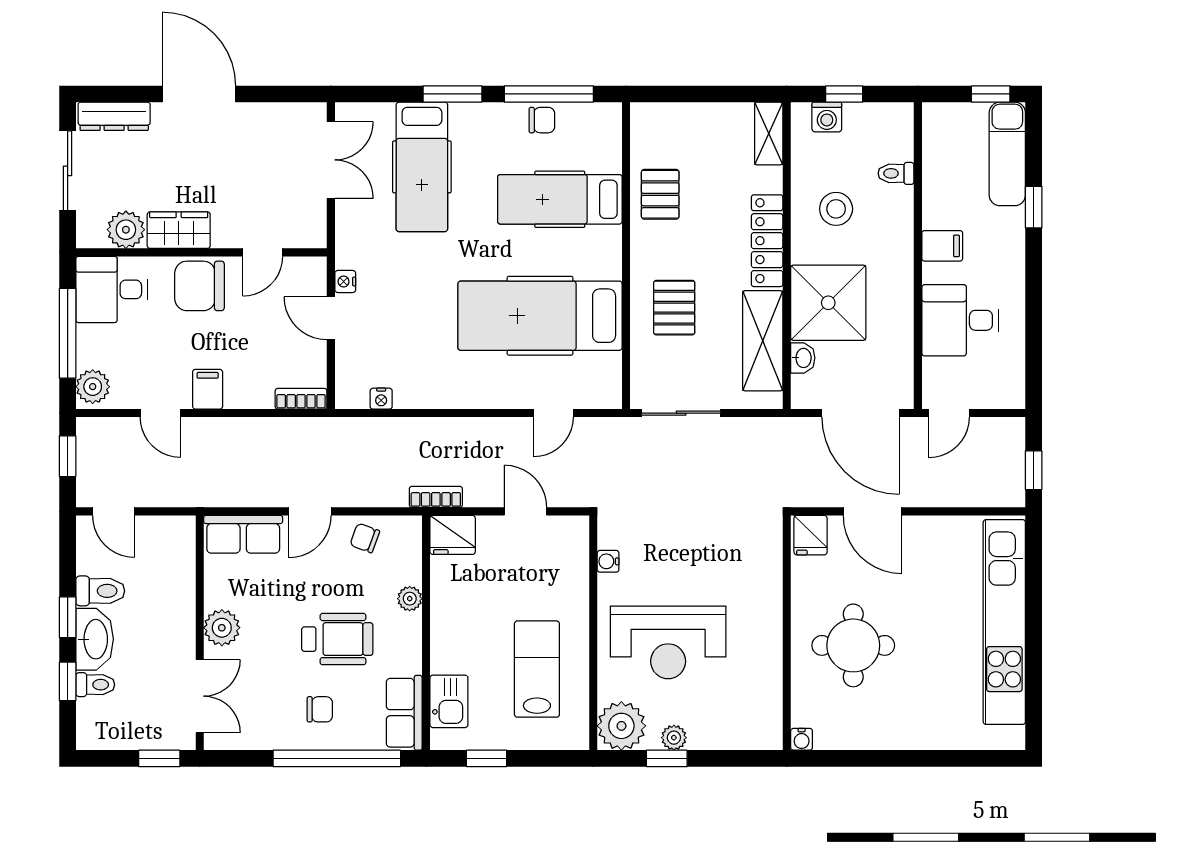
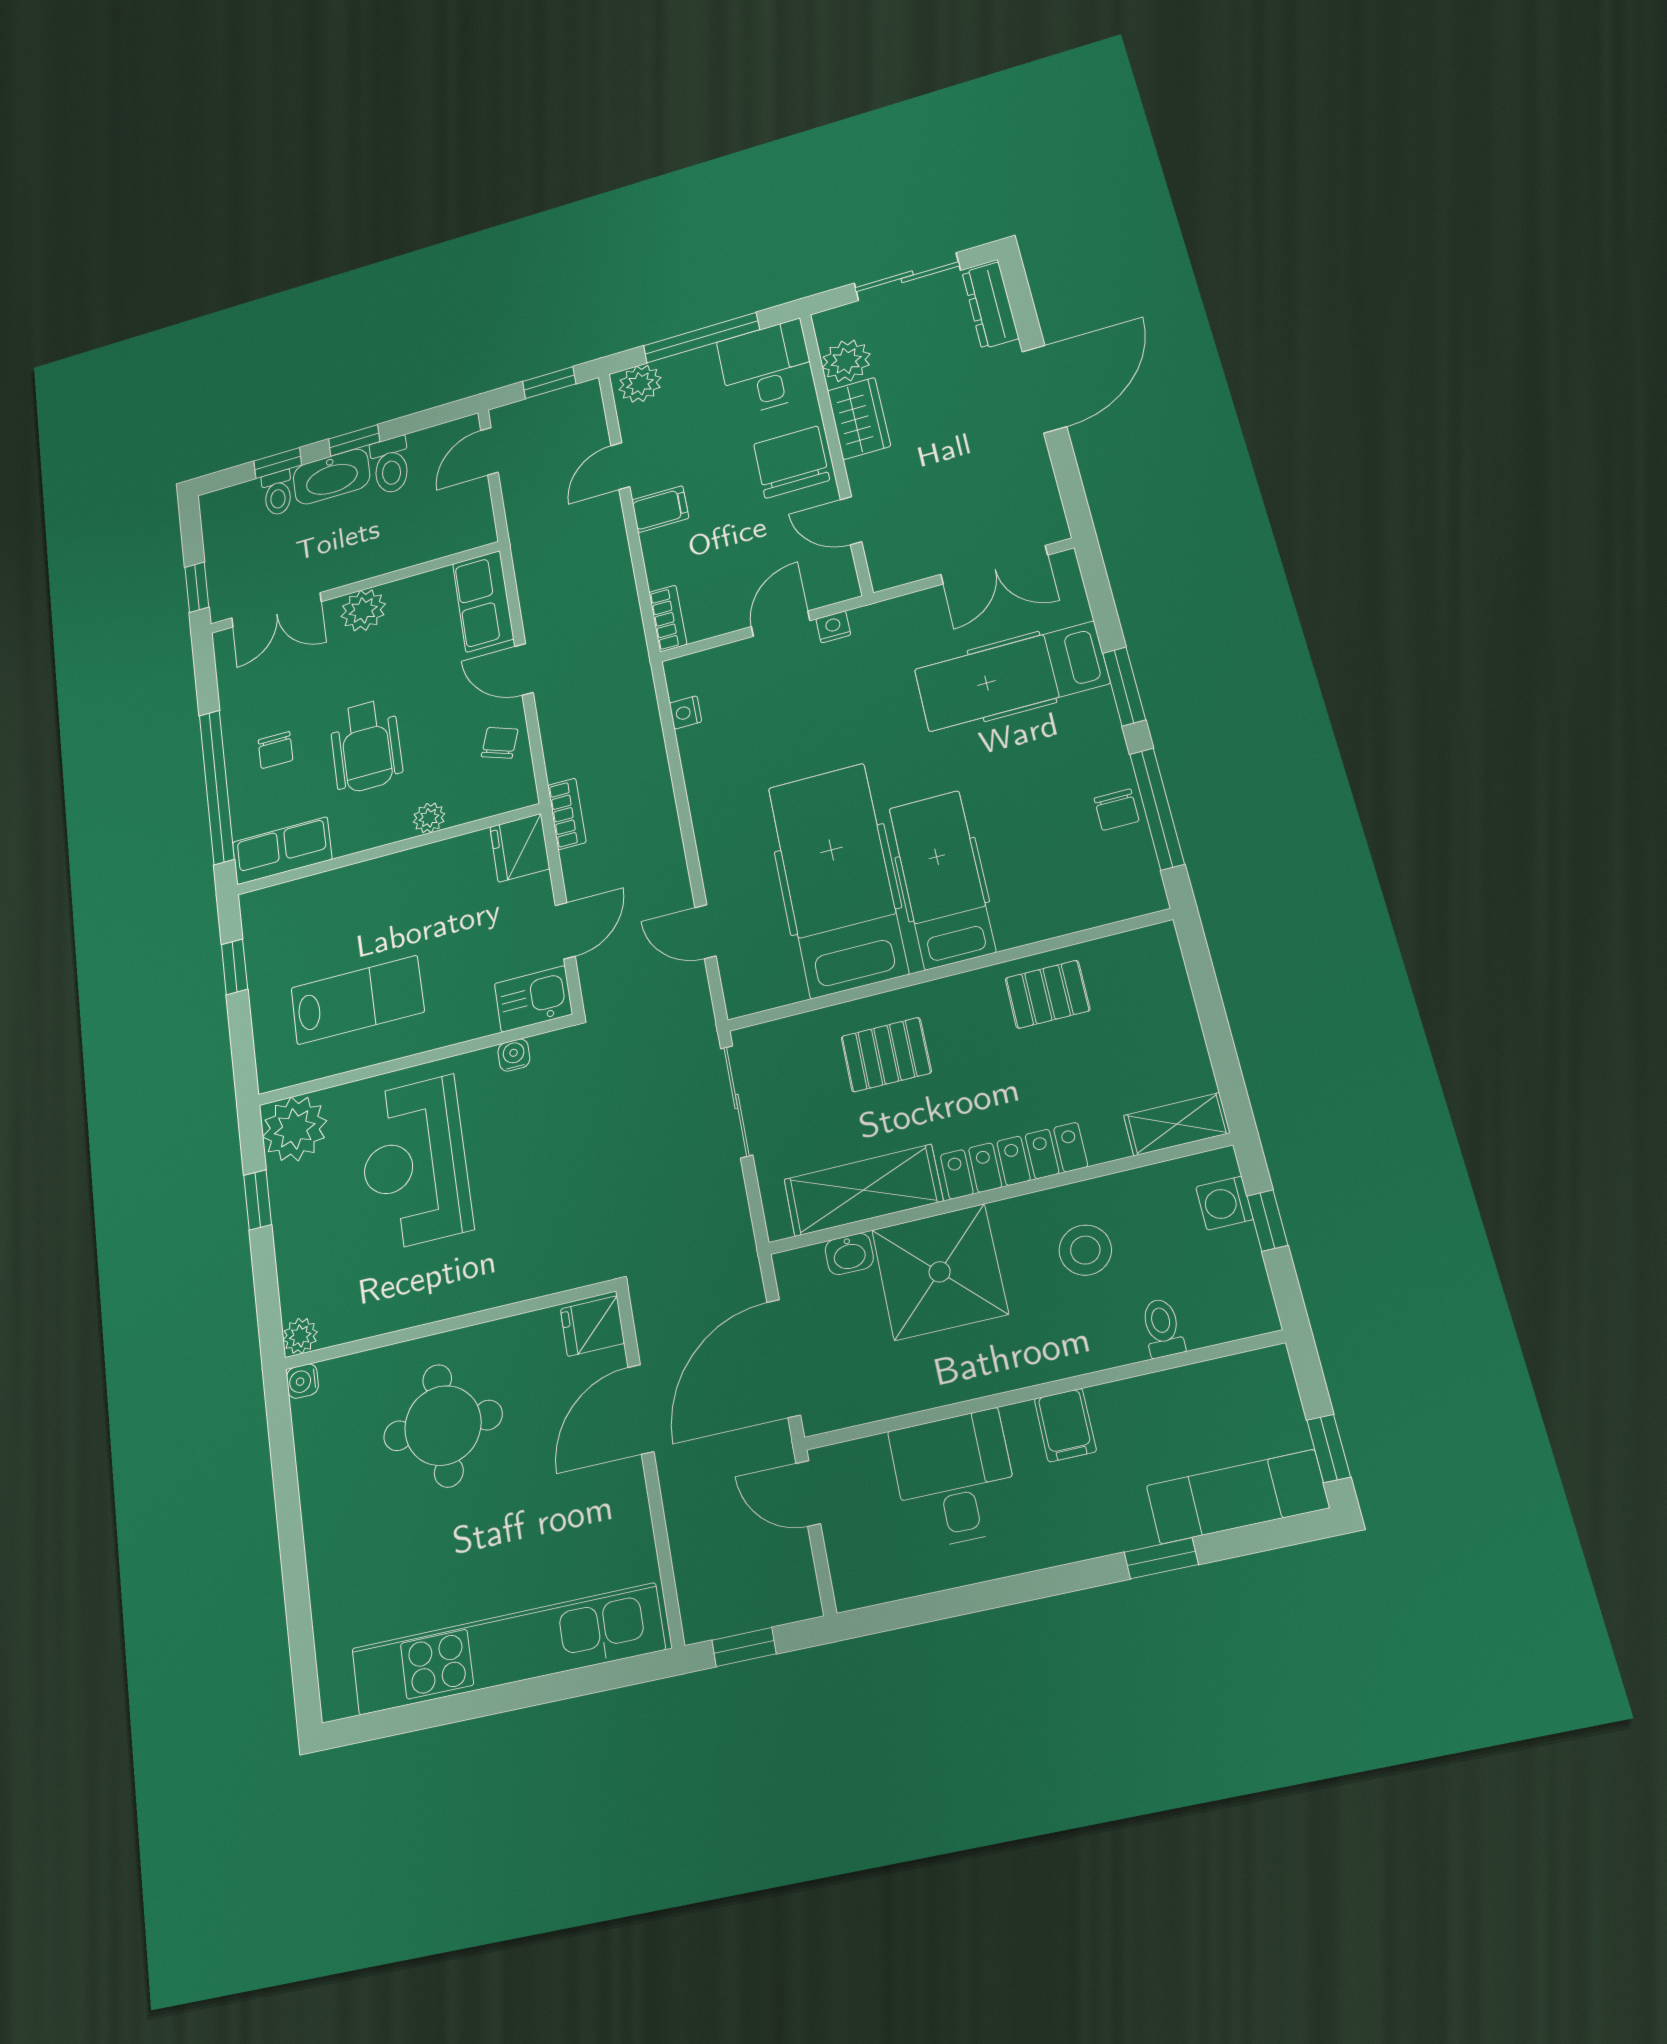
hospital bed: (560, 199) -> (942, 879), moved
kitchen sink: (449, 701) -> (533, 999), moved, turned 180
plant: (674, 738) -> (300, 1336), moved

